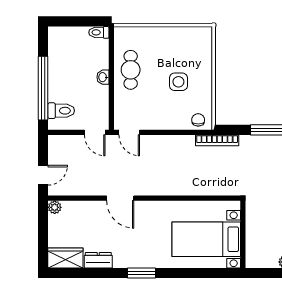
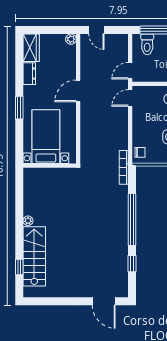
wall: (243, 234) -> (50, 166), moved
bed with nightstands: (206, 239) -> (46, 137), moved

